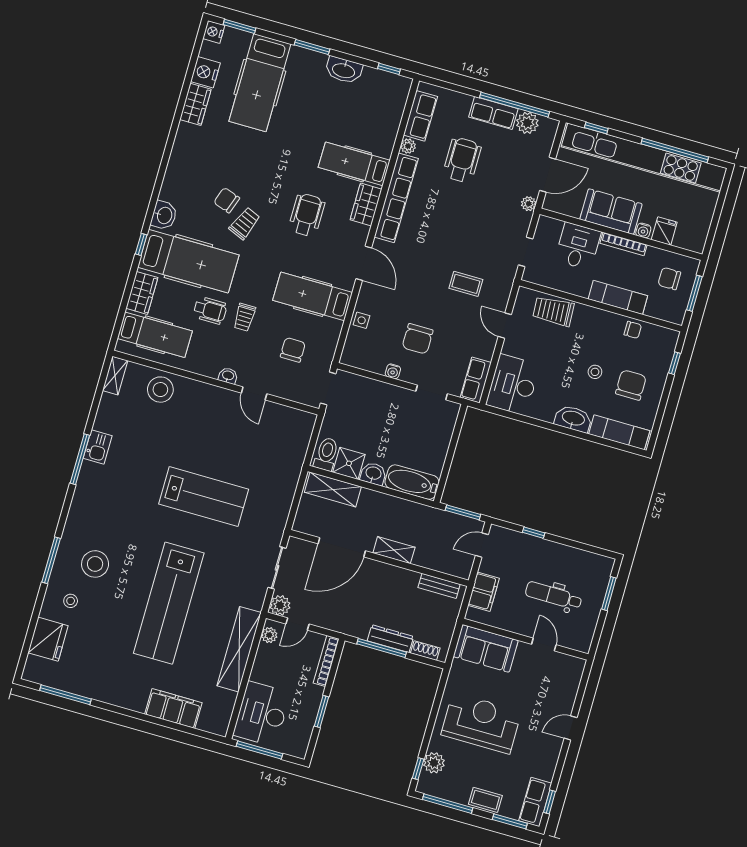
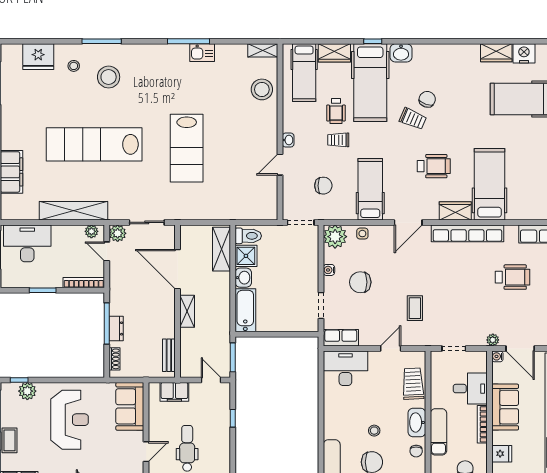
plant: (408, 146) -> (335, 237), moved, width x1.88, depth x1.88
hospital bed: (354, 164) -> (490, 184), width x1.37, depth x1.29
water cooler: (643, 231) -> (497, 356), moved
washbasin: (573, 419) -> (417, 422), moved, turned 180
dresser: (390, 639) -> (116, 328), width x0.70

